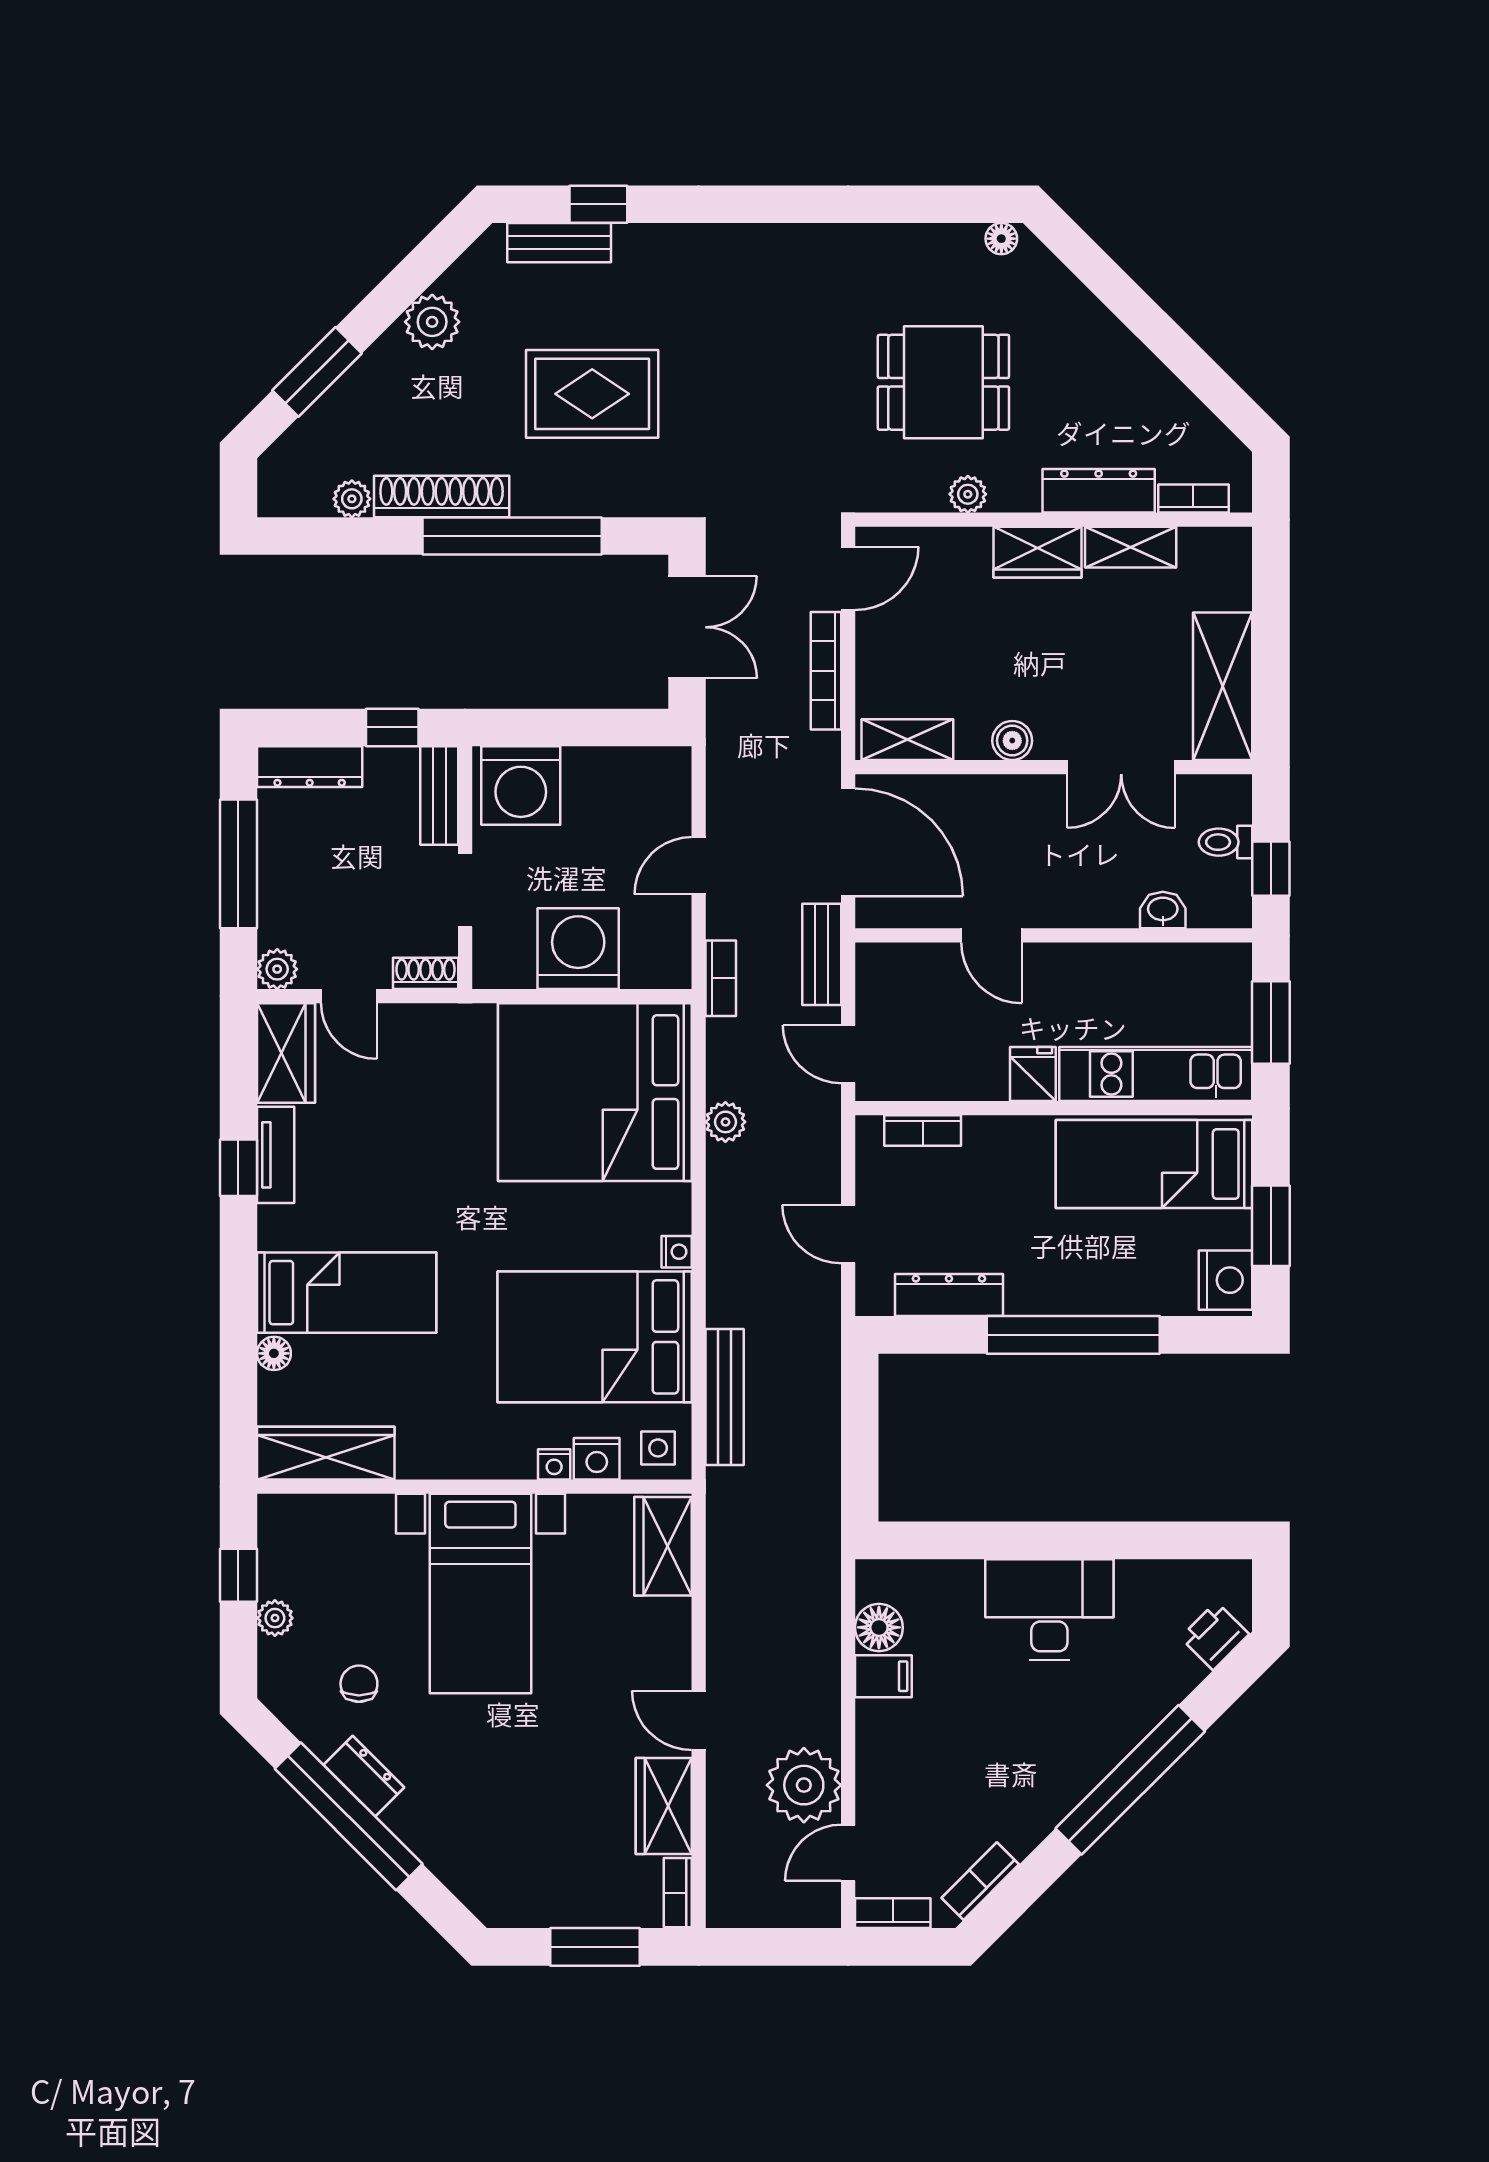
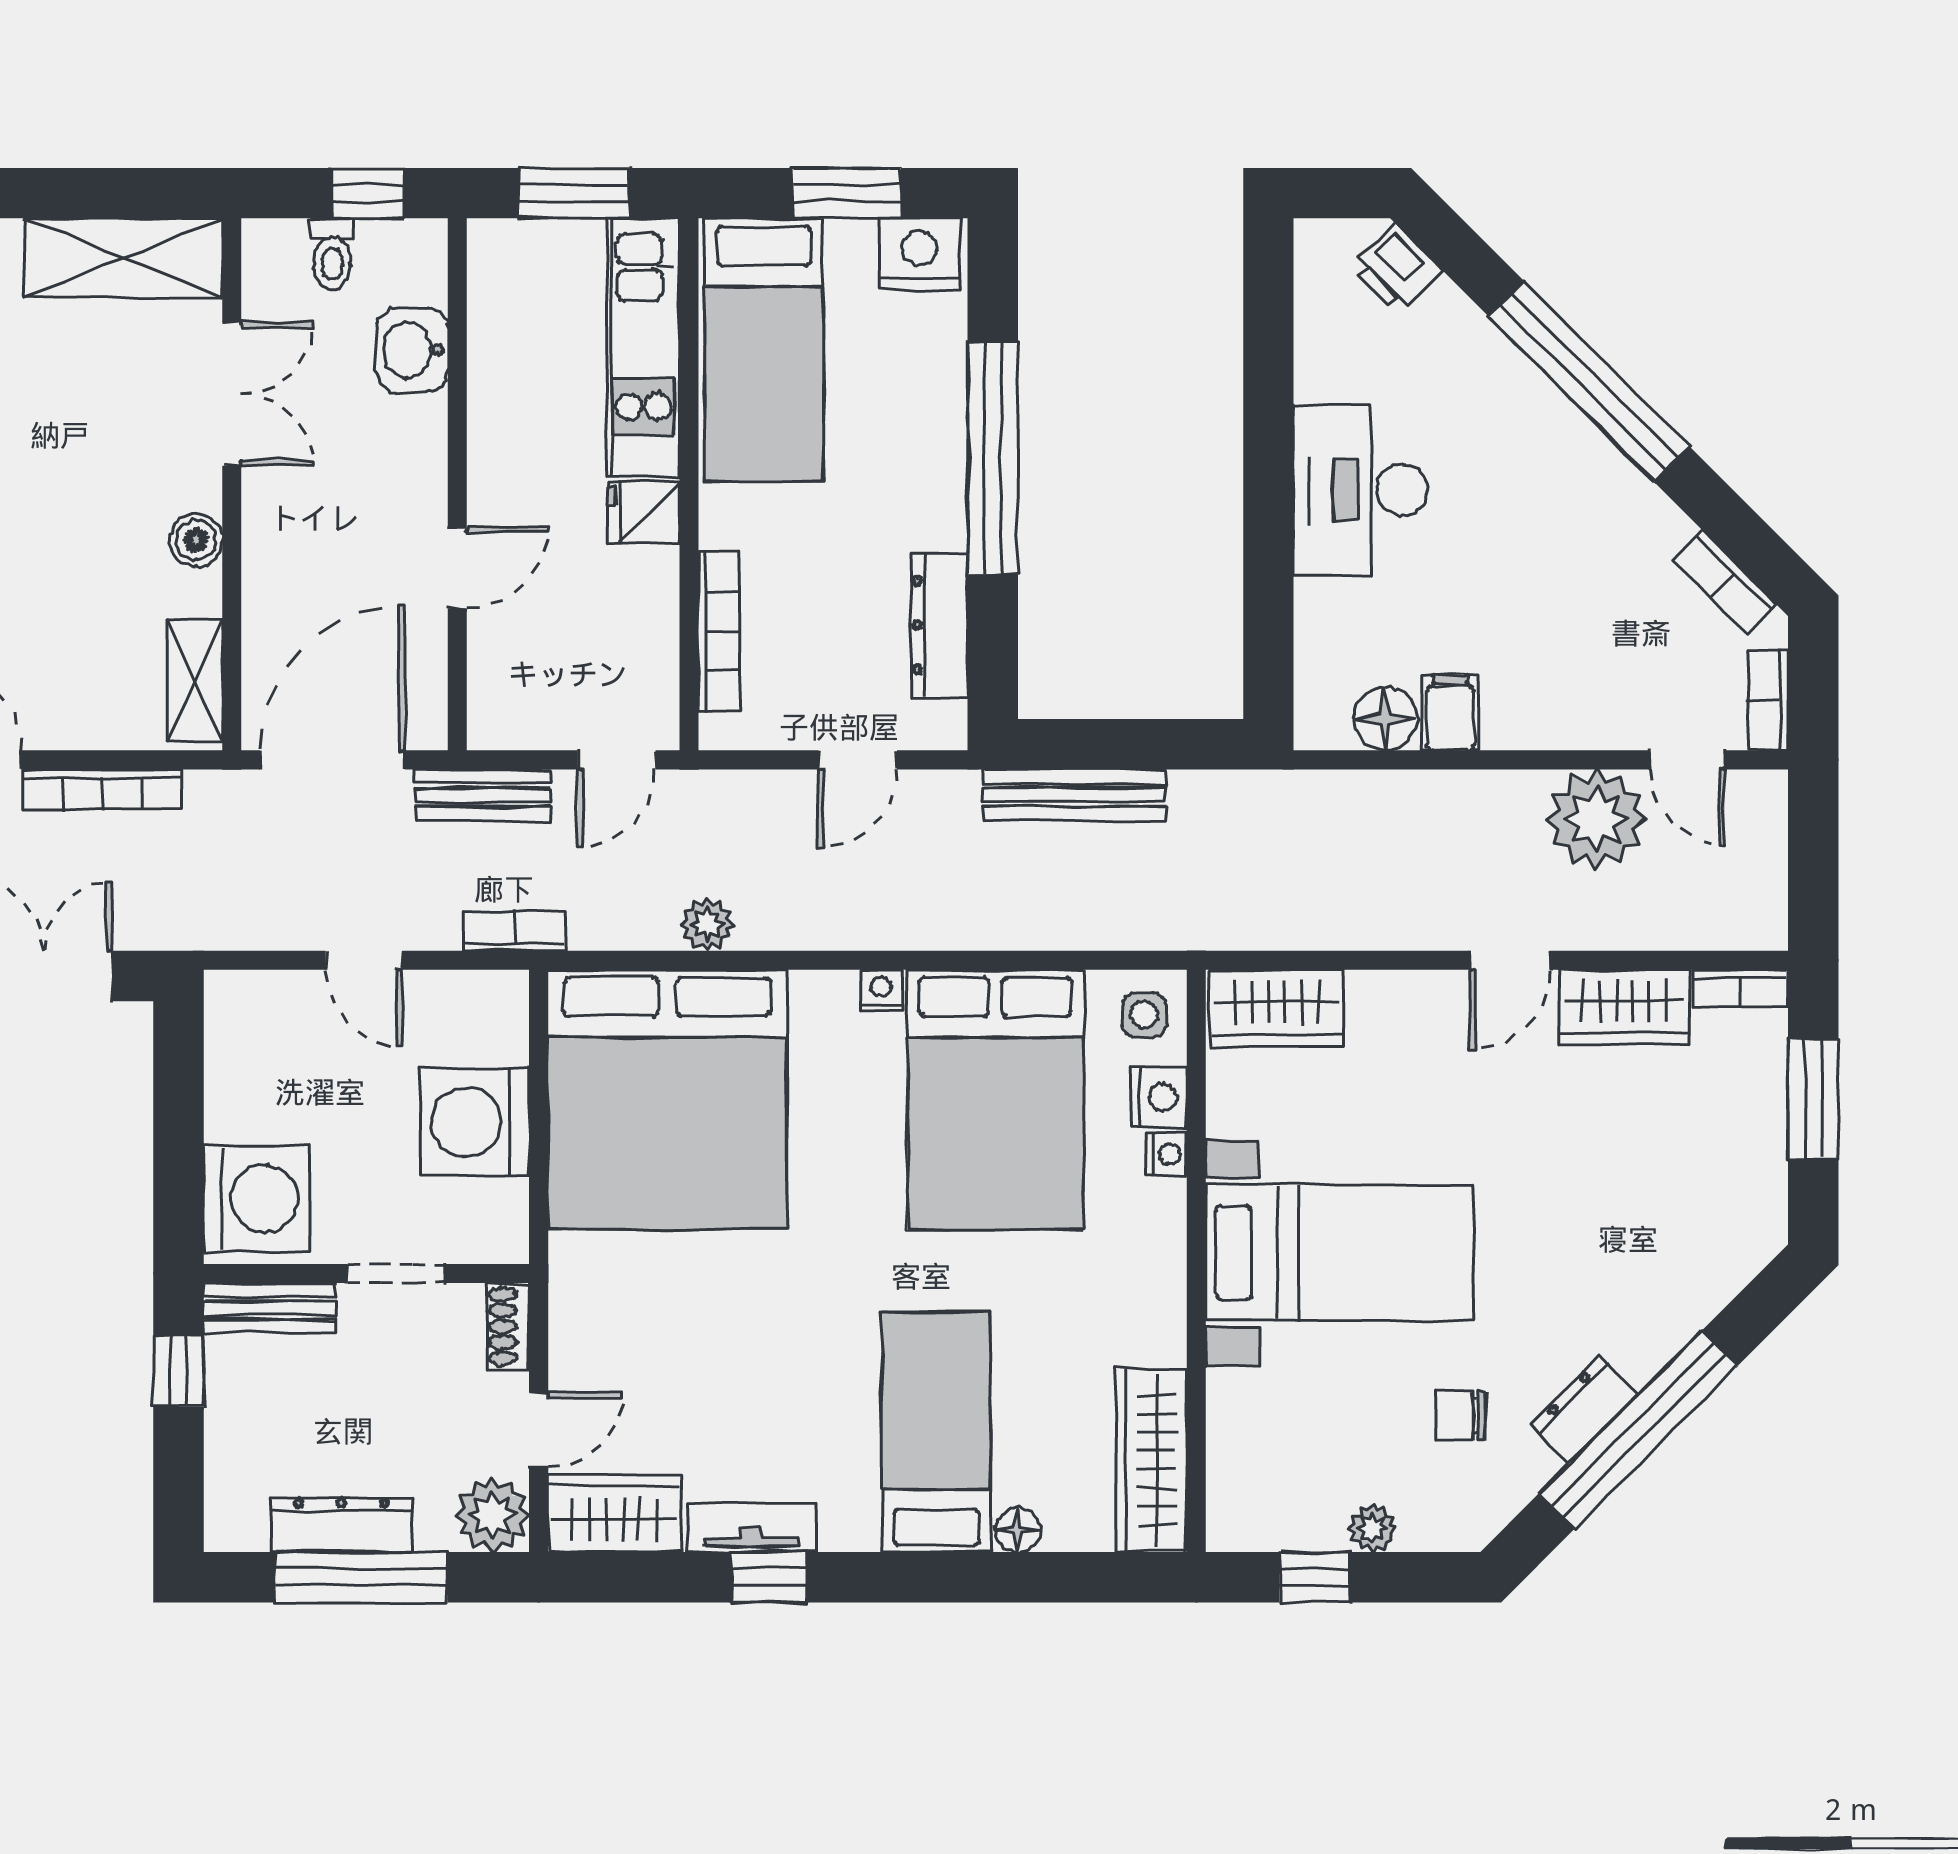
dresser: (310, 767) -> (342, 1525), moved, turned -90
washbasin: (1163, 910) -> (412, 350), width x1.38, depth x1.45
plant: (277, 969) -> (492, 1515), width x1.38, depth x1.38
bookcase: (923, 1131) -> (719, 631), width x1.56
bench: (725, 1397) -> (1075, 795), moved

